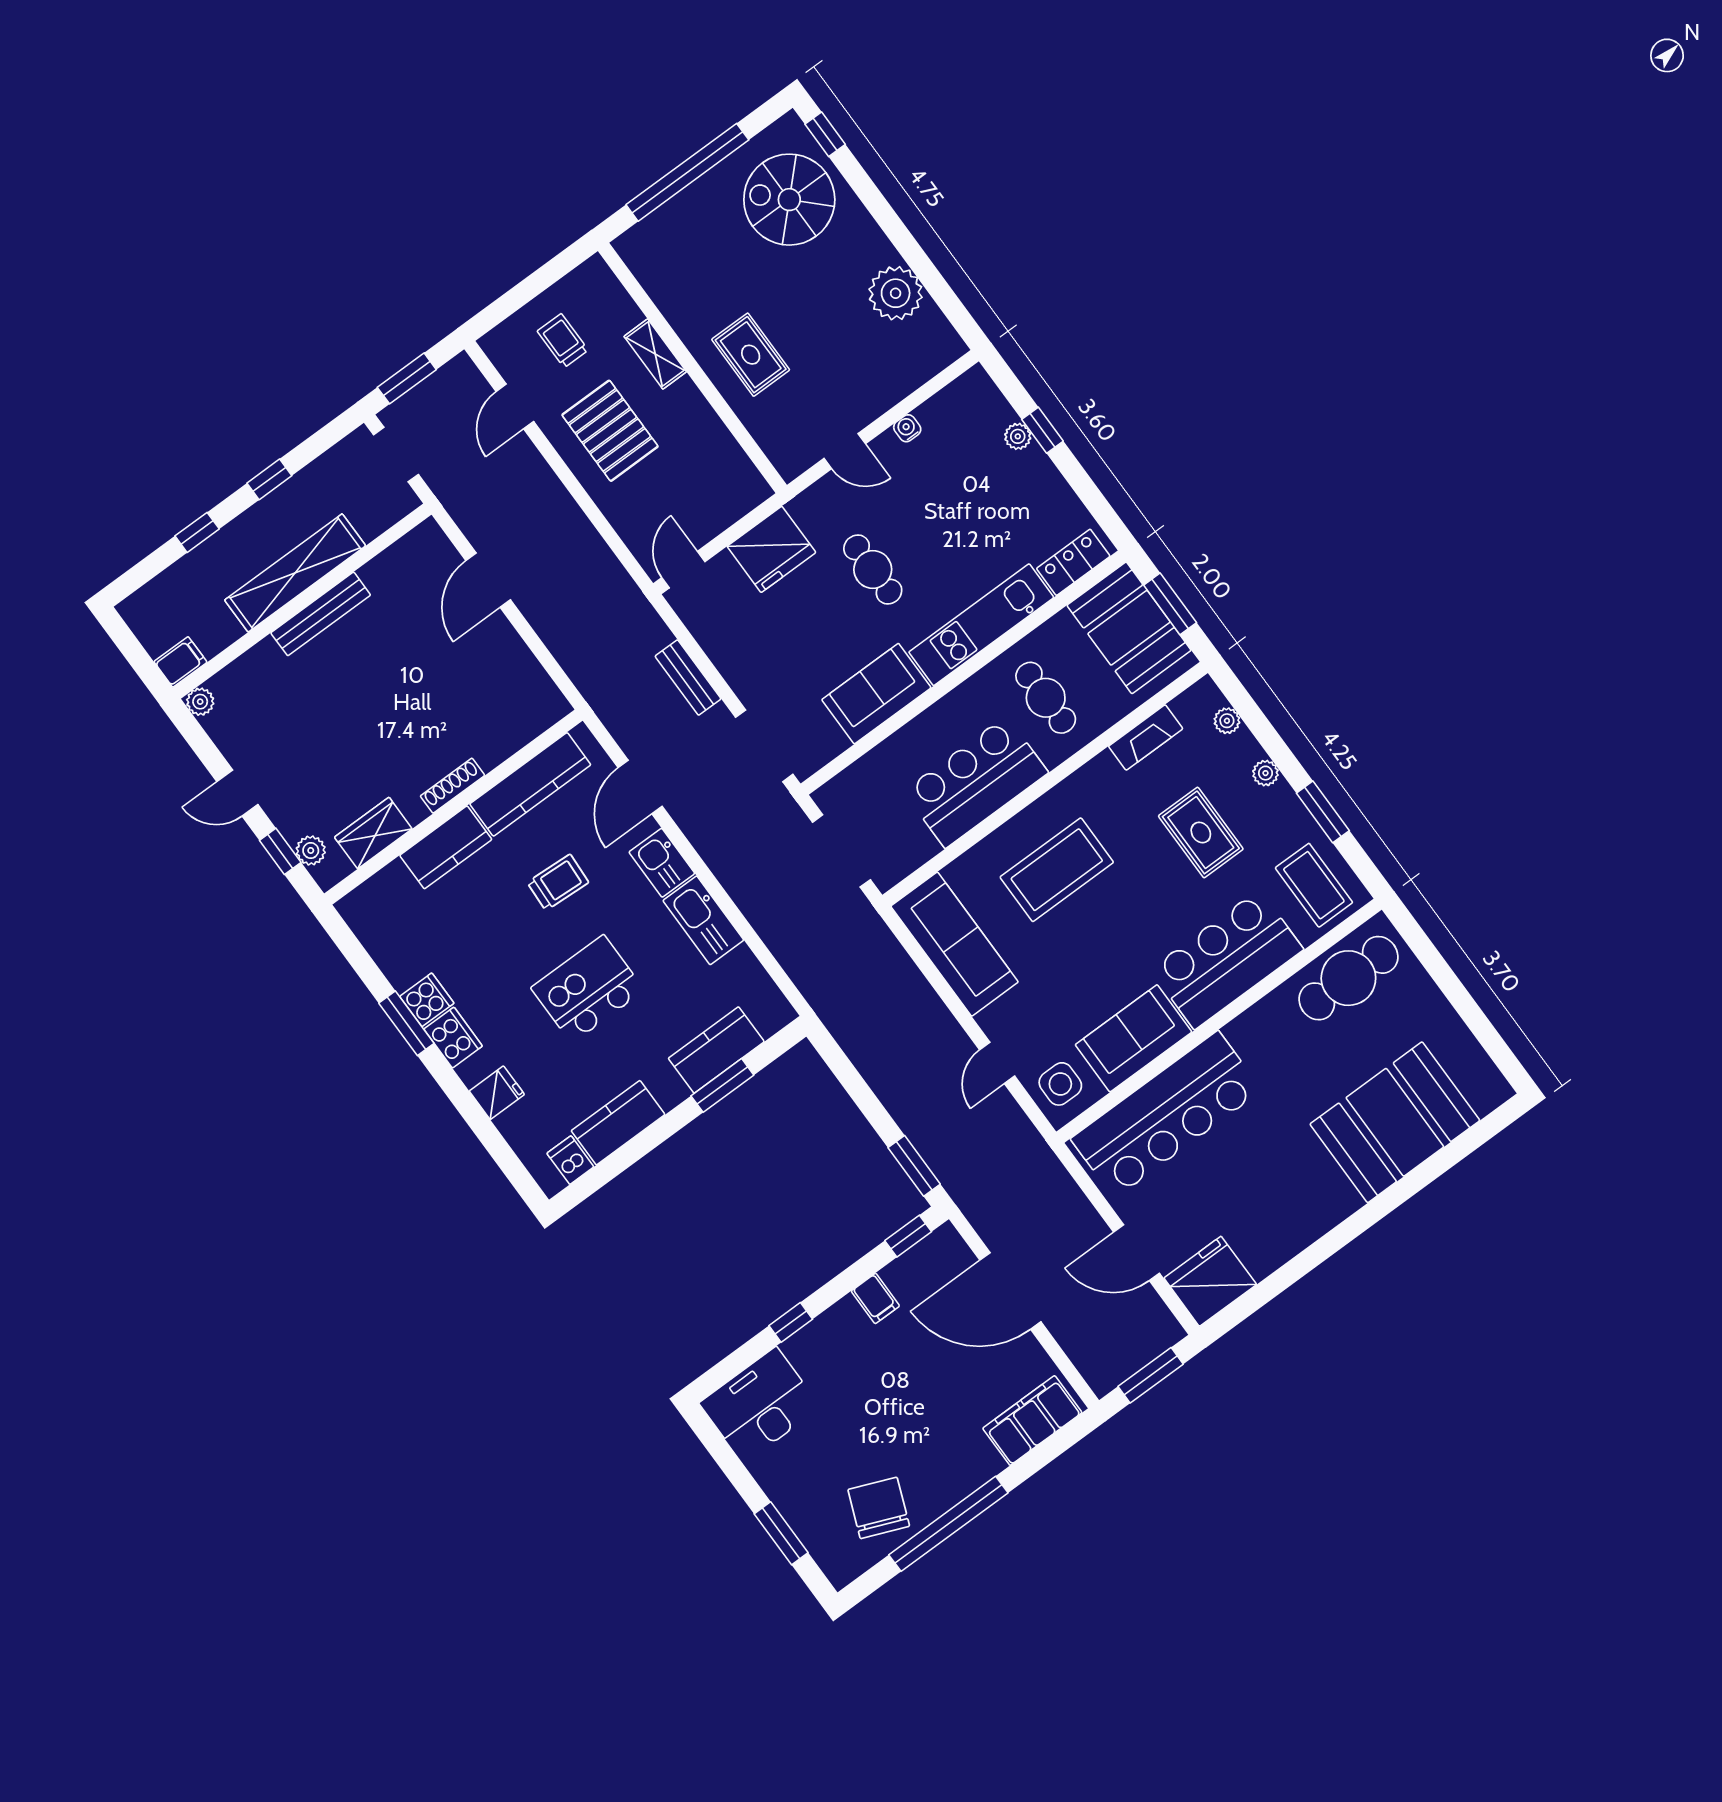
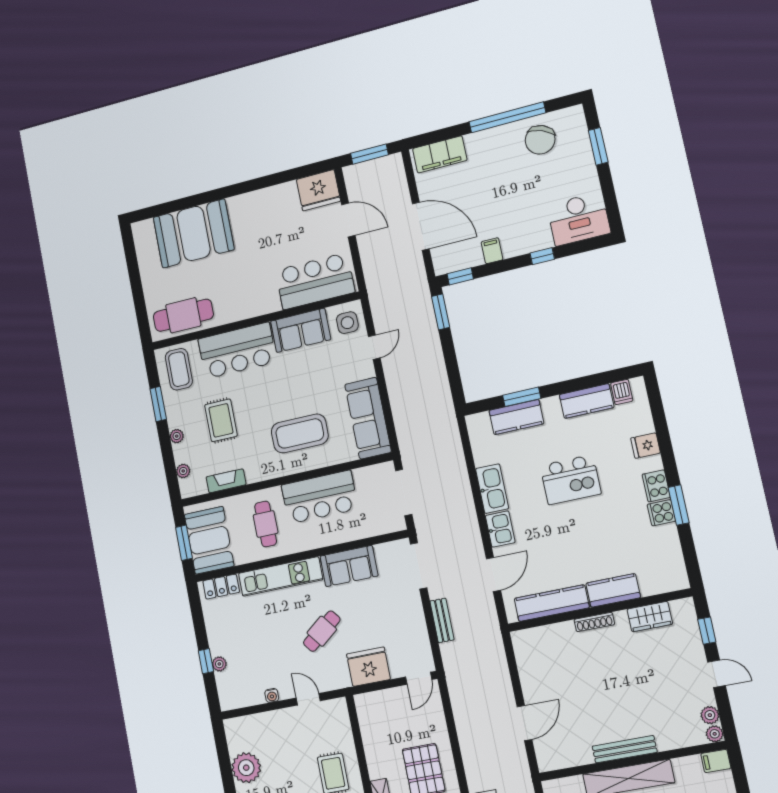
cafe table: (873, 570) -> (322, 631), turned 52
plant: (311, 850) -> (710, 715), moved
trolley: (558, 882) -> (561, 544), removed
bar counter: (1166, 1115) -> (315, 281), width x0.73

